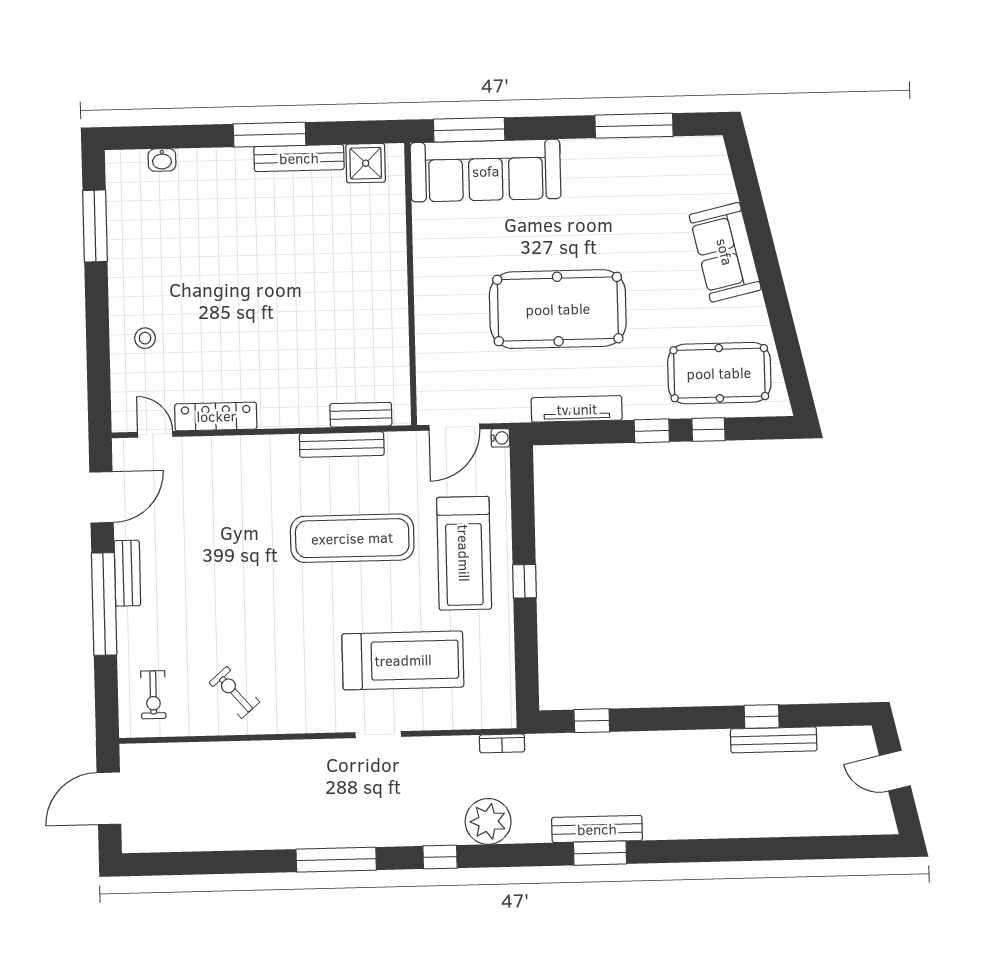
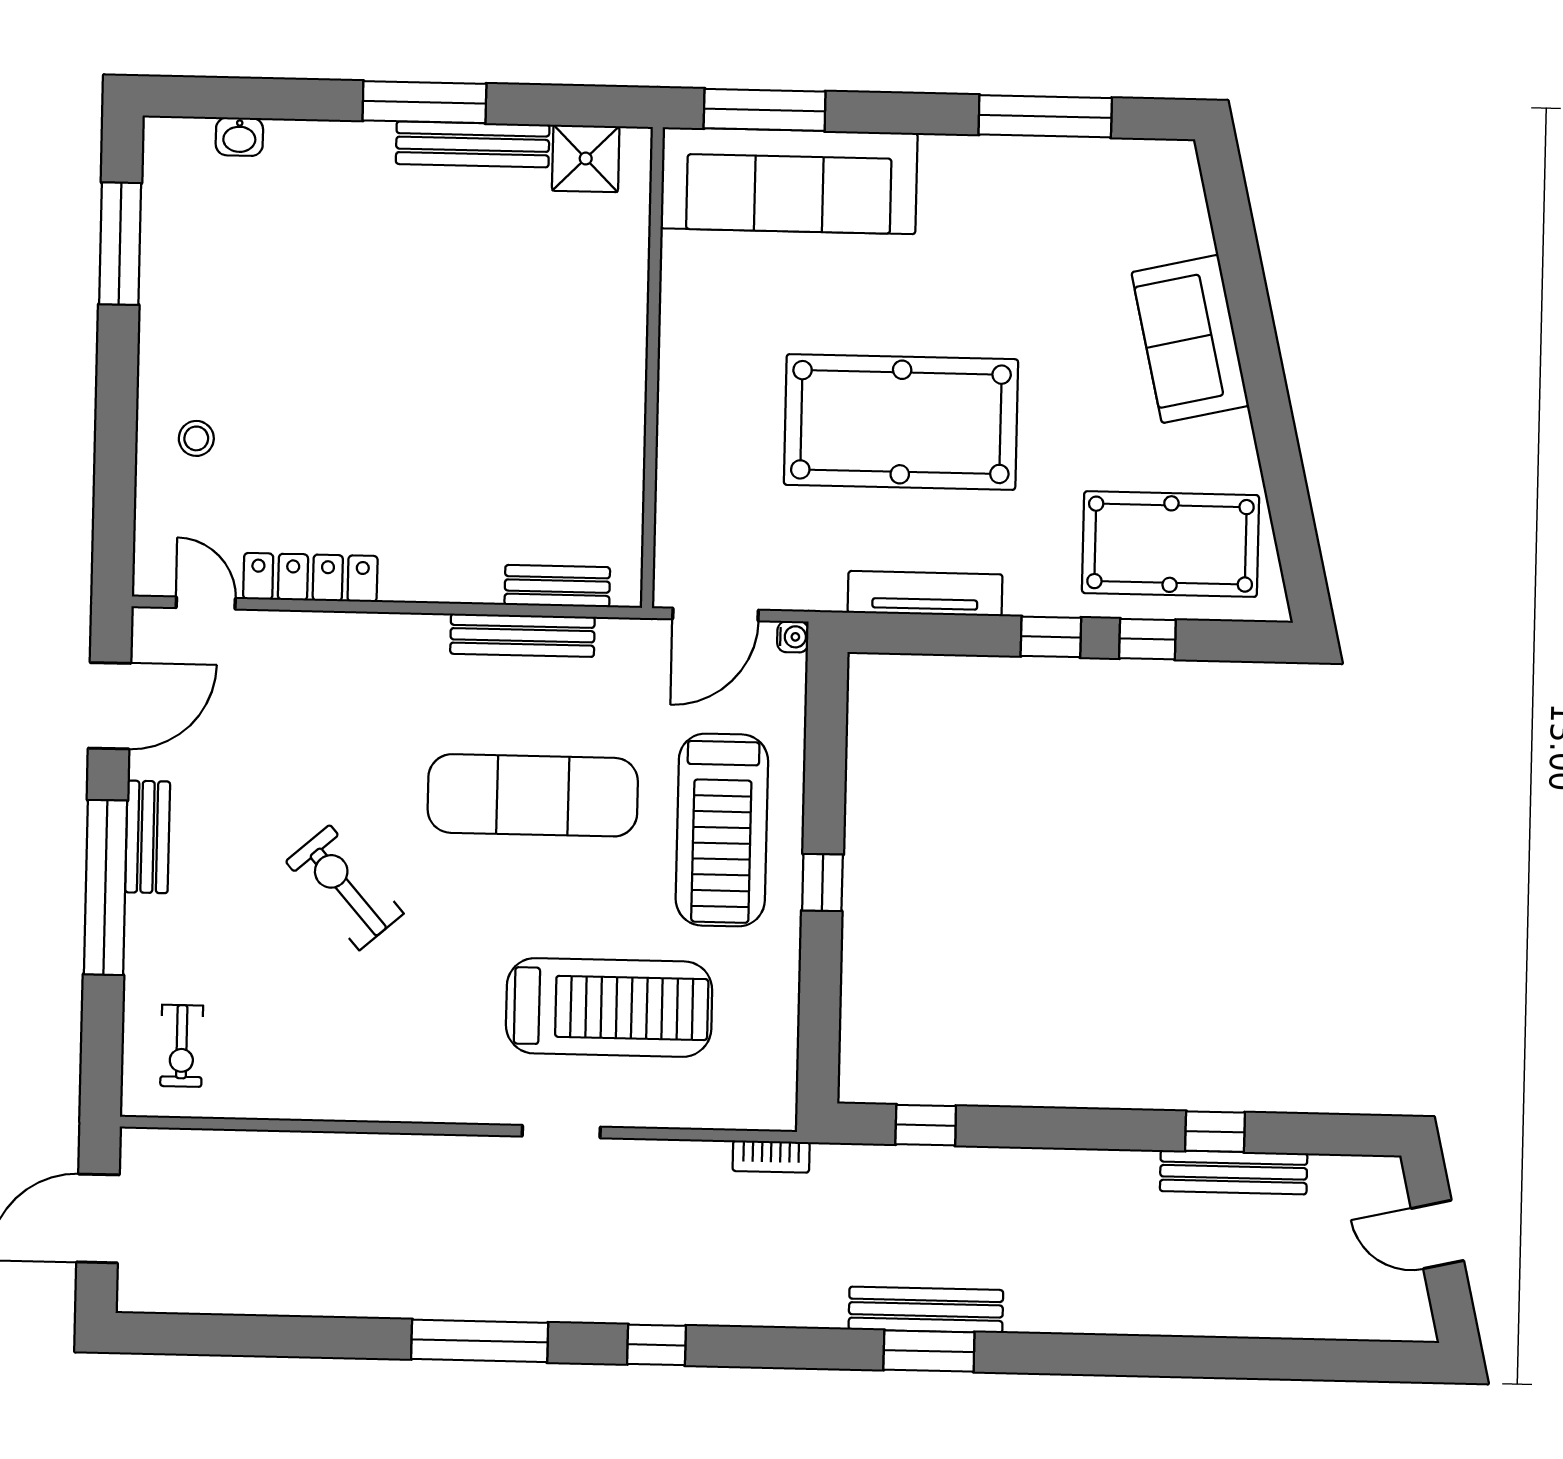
exercise bike: (234, 692) -> (345, 887), moved, width x1.38, depth x1.39
plant: (488, 821) -> (741, 1288), removed

